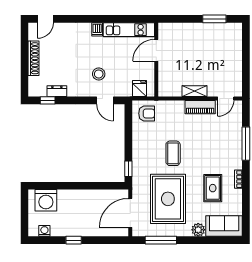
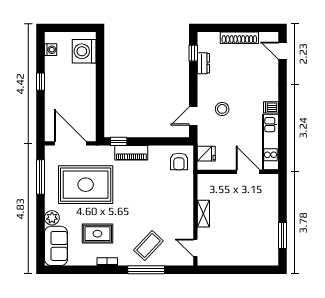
piano: (200, 107) -> (131, 153), moved, turned -90
coffee table: (173, 153) -> (148, 246), moved, turned -47

